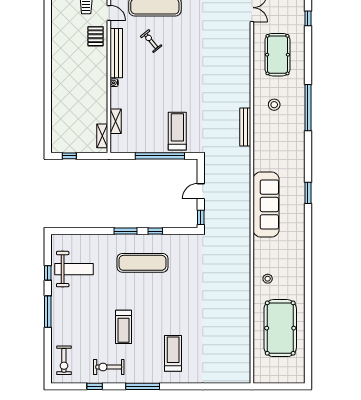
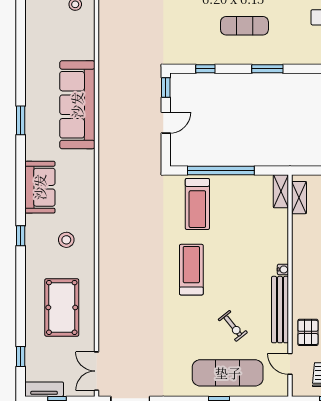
treadmill: (182, 83) -> (191, 270), added
window: (308, 108) -> (21, 236), width x0.32
shelving: (116, 121) -> (281, 191), moved
bench: (245, 127) -> (105, 210), removed
sofa: (294, 144) -> (40, 187), added
window: (155, 231) -> (205, 69), moved
exercise mat: (142, 263) -> (244, 26), width x0.73, depth x0.69

